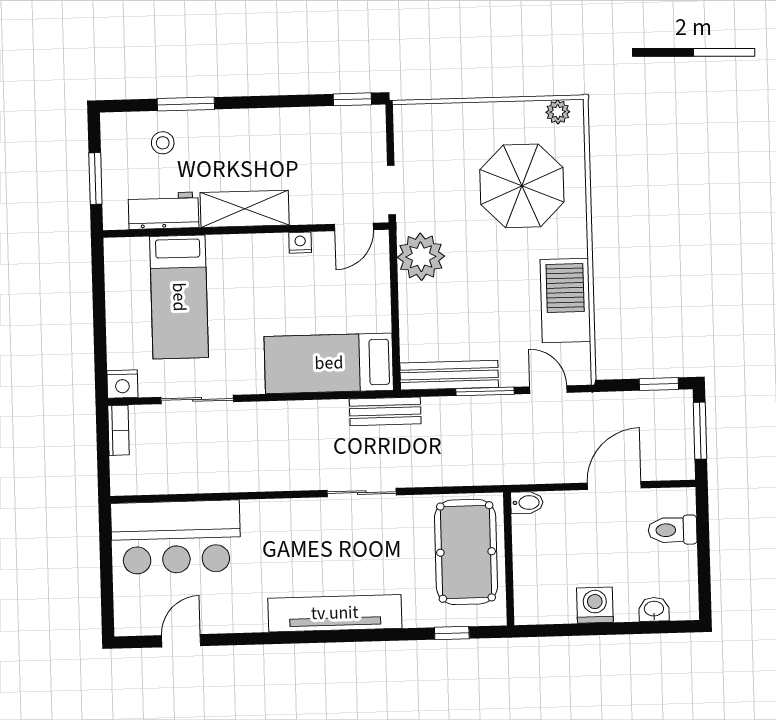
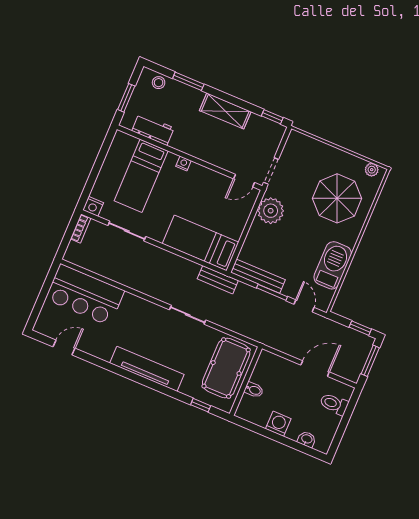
stool: (163, 143) -> (159, 83), moved
shelving: (245, 209) -> (225, 111), moved
nightstand: (300, 243) -> (183, 163), moved
bidet: (527, 503) -> (254, 390), moved

